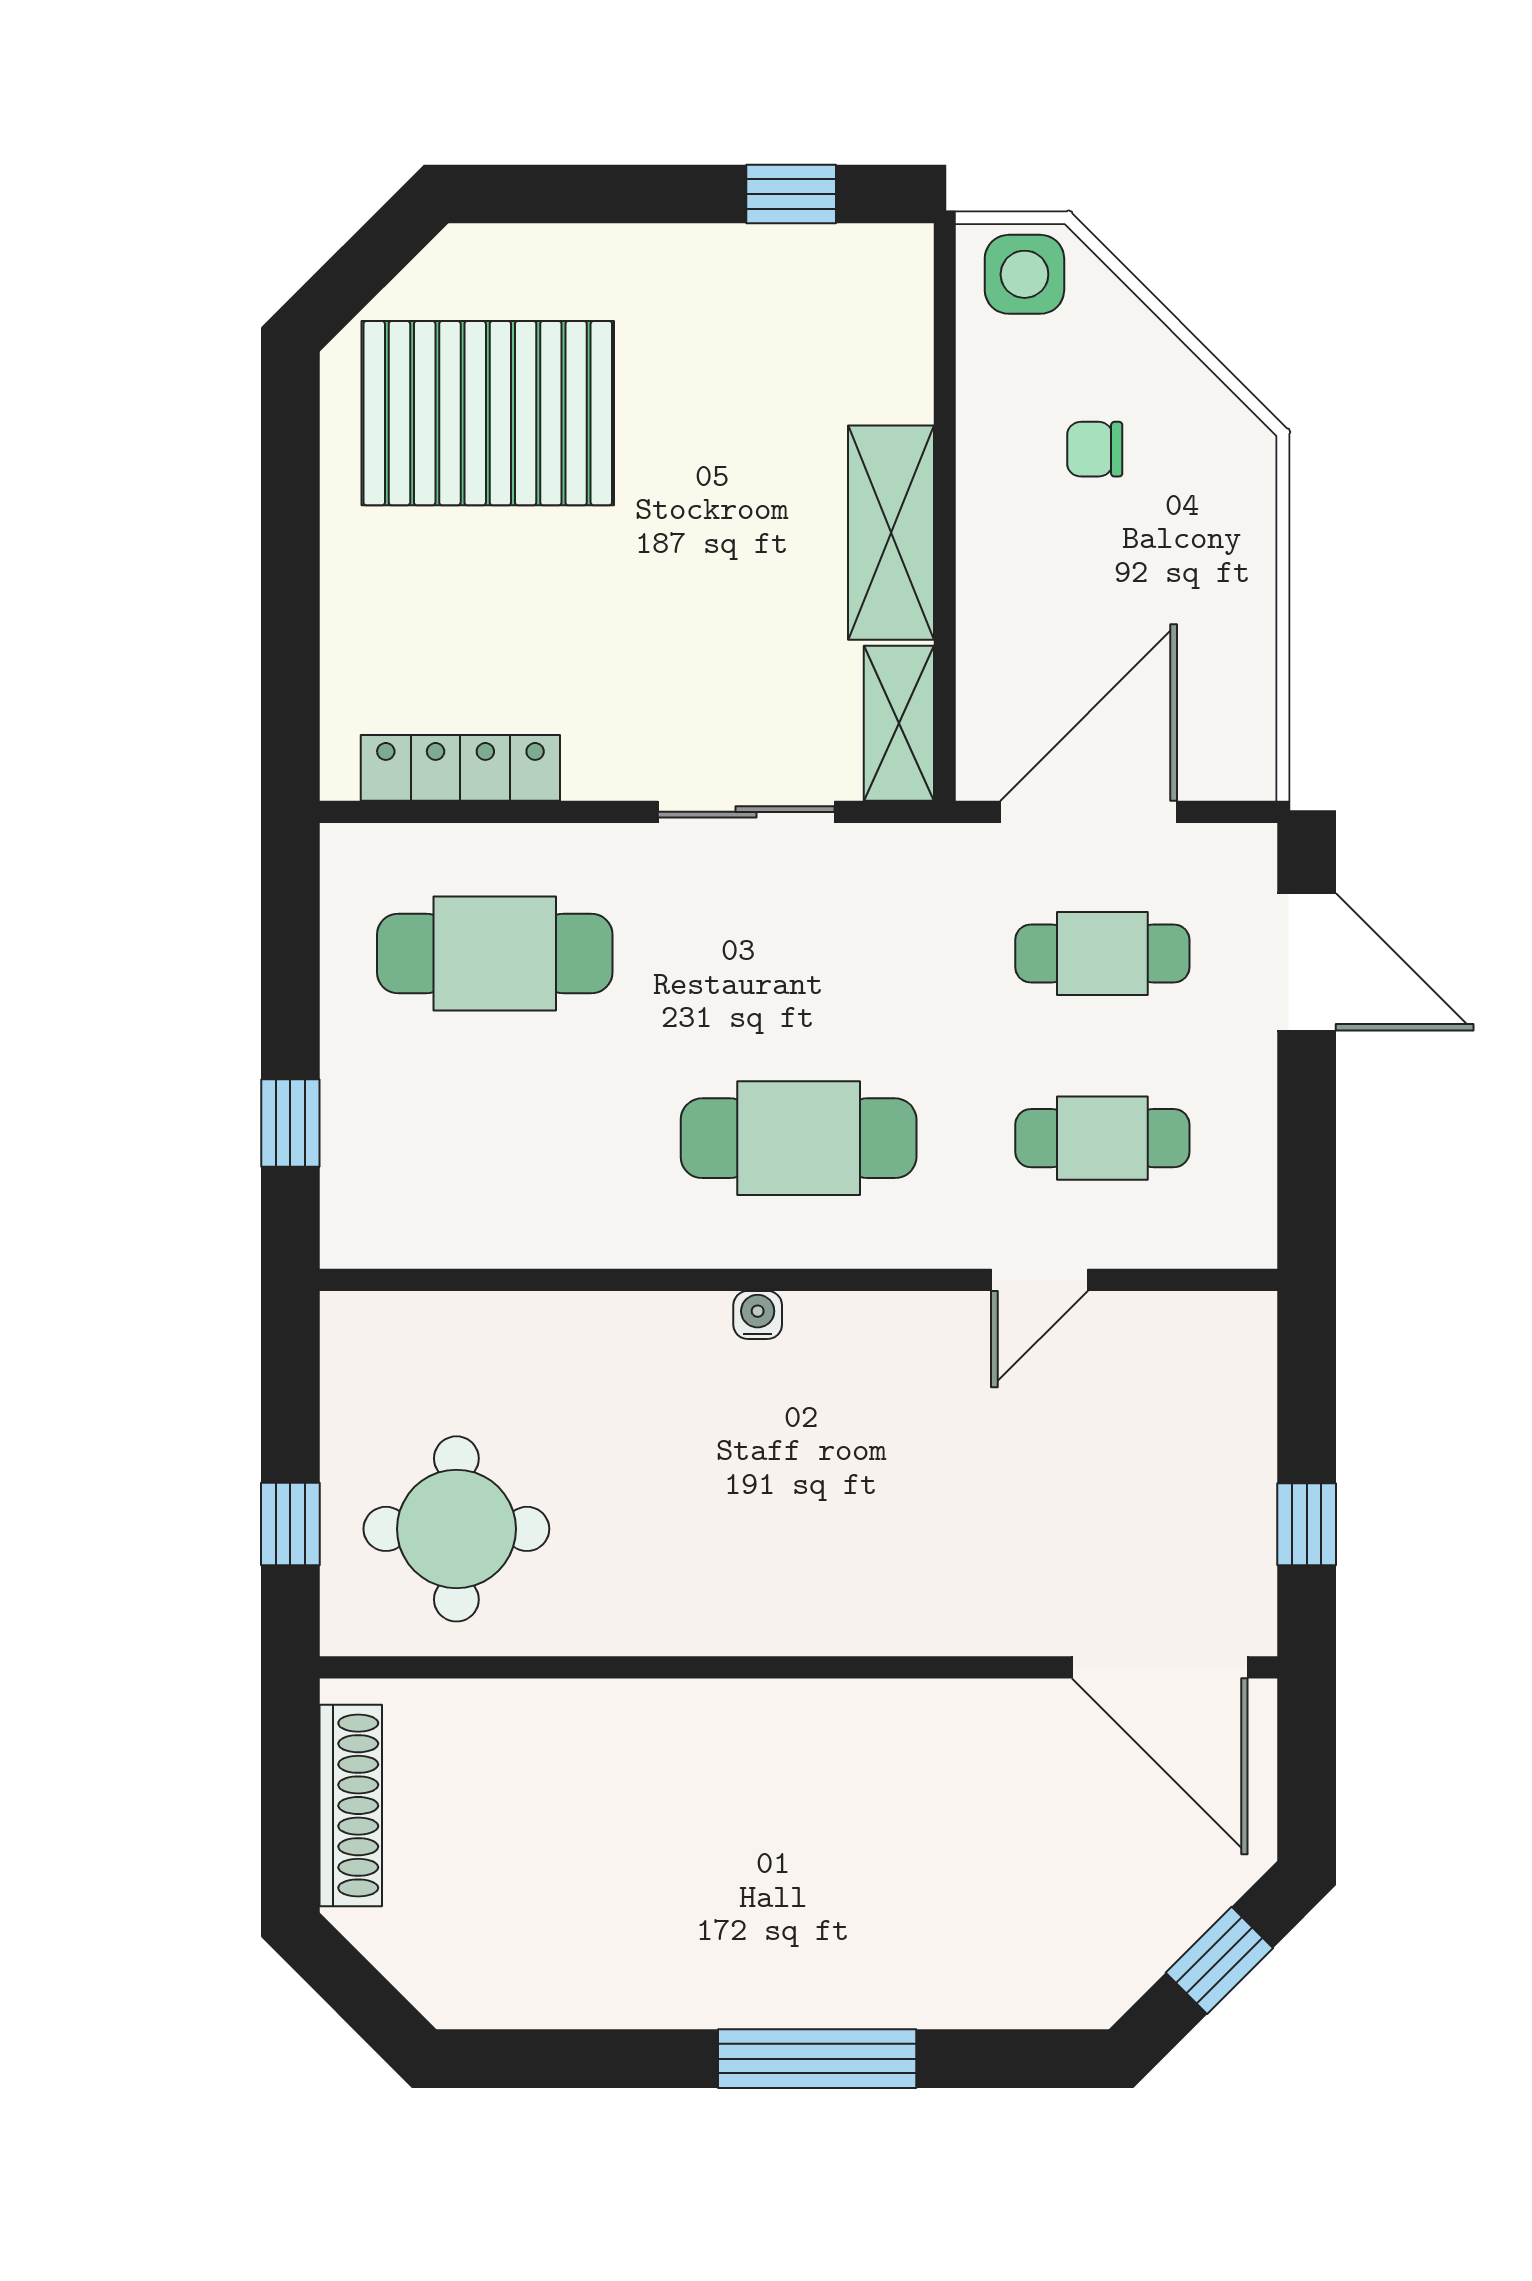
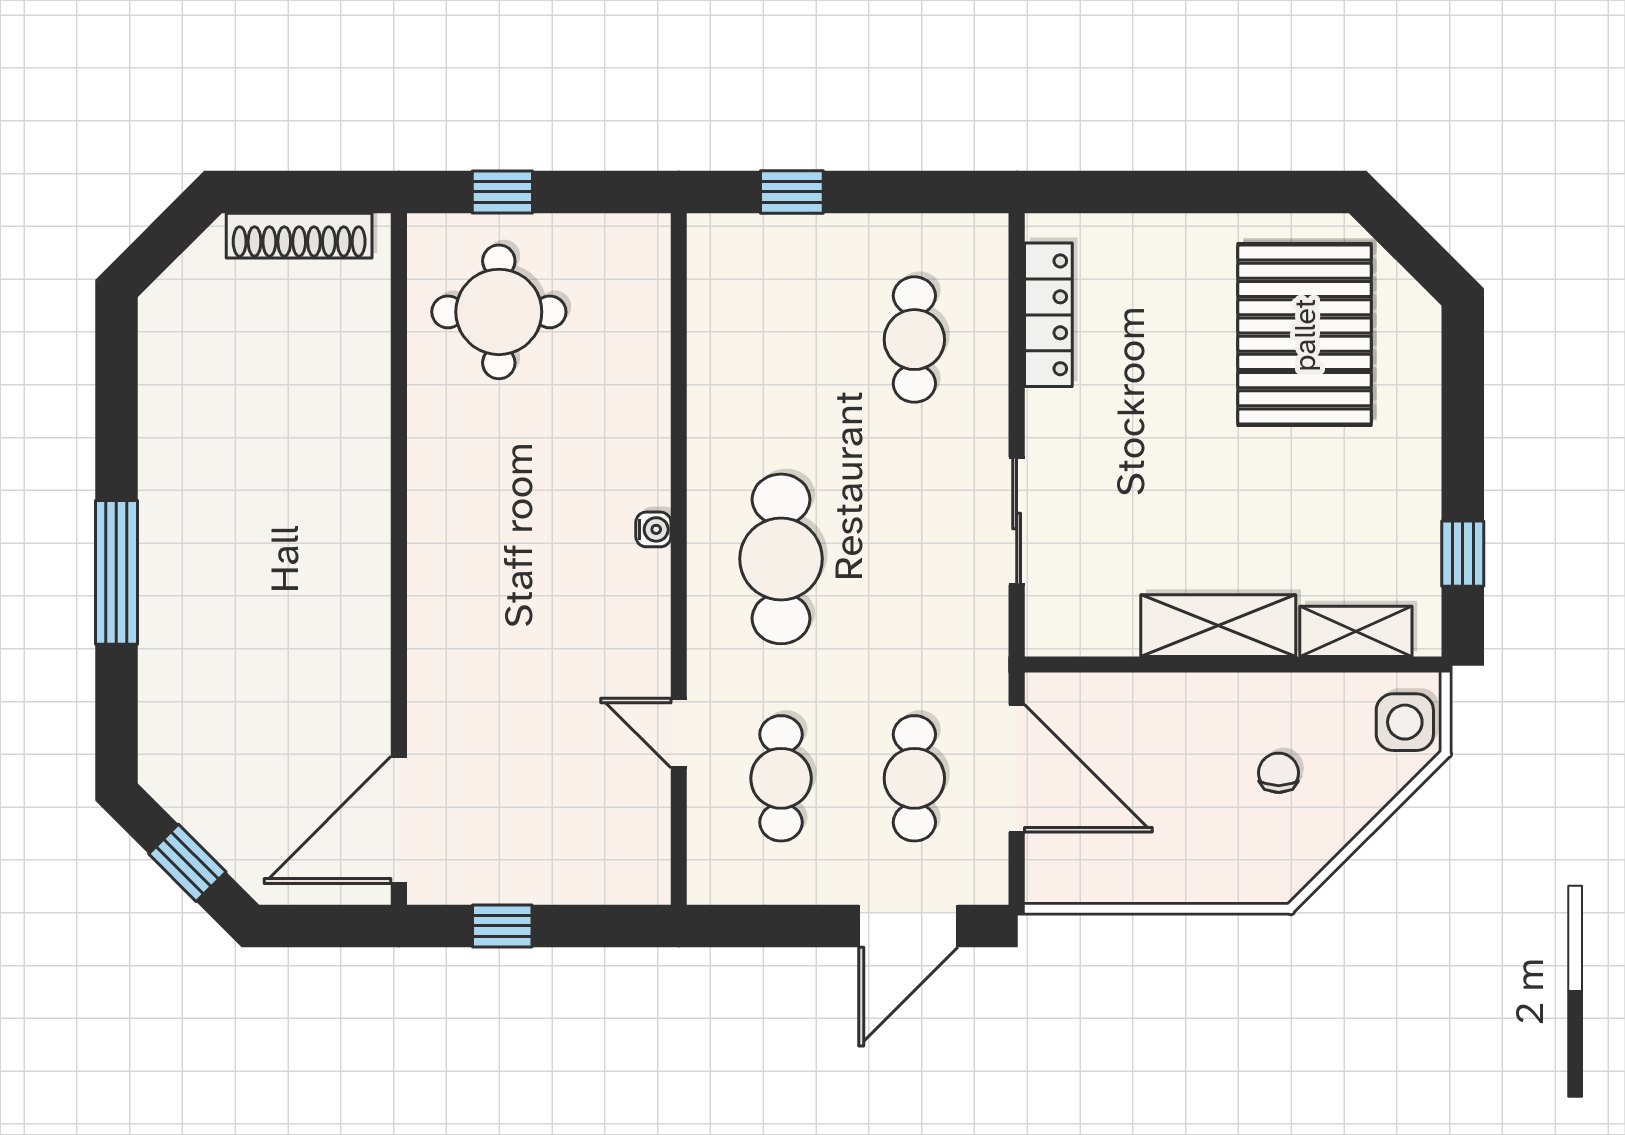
shelving: (899, 723) -> (1356, 631), moved
cafe table: (495, 953) -> (914, 340), width x0.73, depth x0.74

